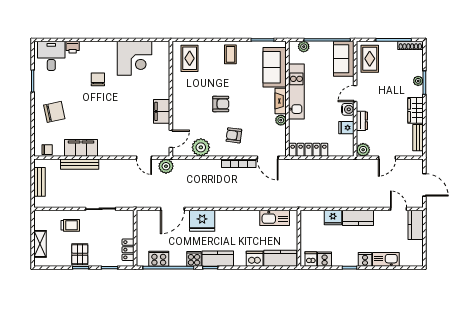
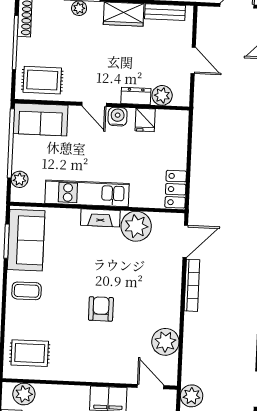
plant: (162, 56) -> (24, 394), added
sofa: (275, 67) -> (26, 240), moved, turned -90
plant: (281, 120) -> (136, 226), width x1.87, depth x1.87
armchair: (234, 135) -> (149, 291), removed
locker: (309, 150) -> (176, 189), width x0.66
plant: (363, 150) -> (162, 95), moved

